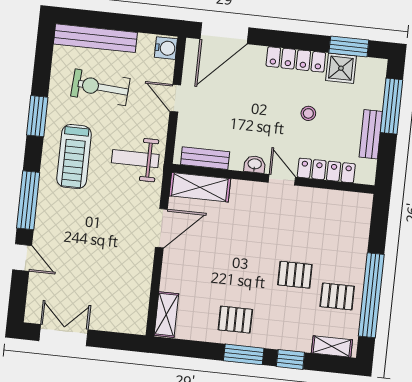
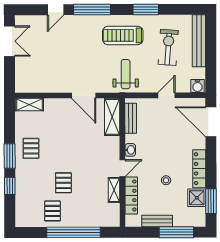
window: (371, 295) -> (74, 232), moved
shelving: (332, 346) -> (114, 190), moved

